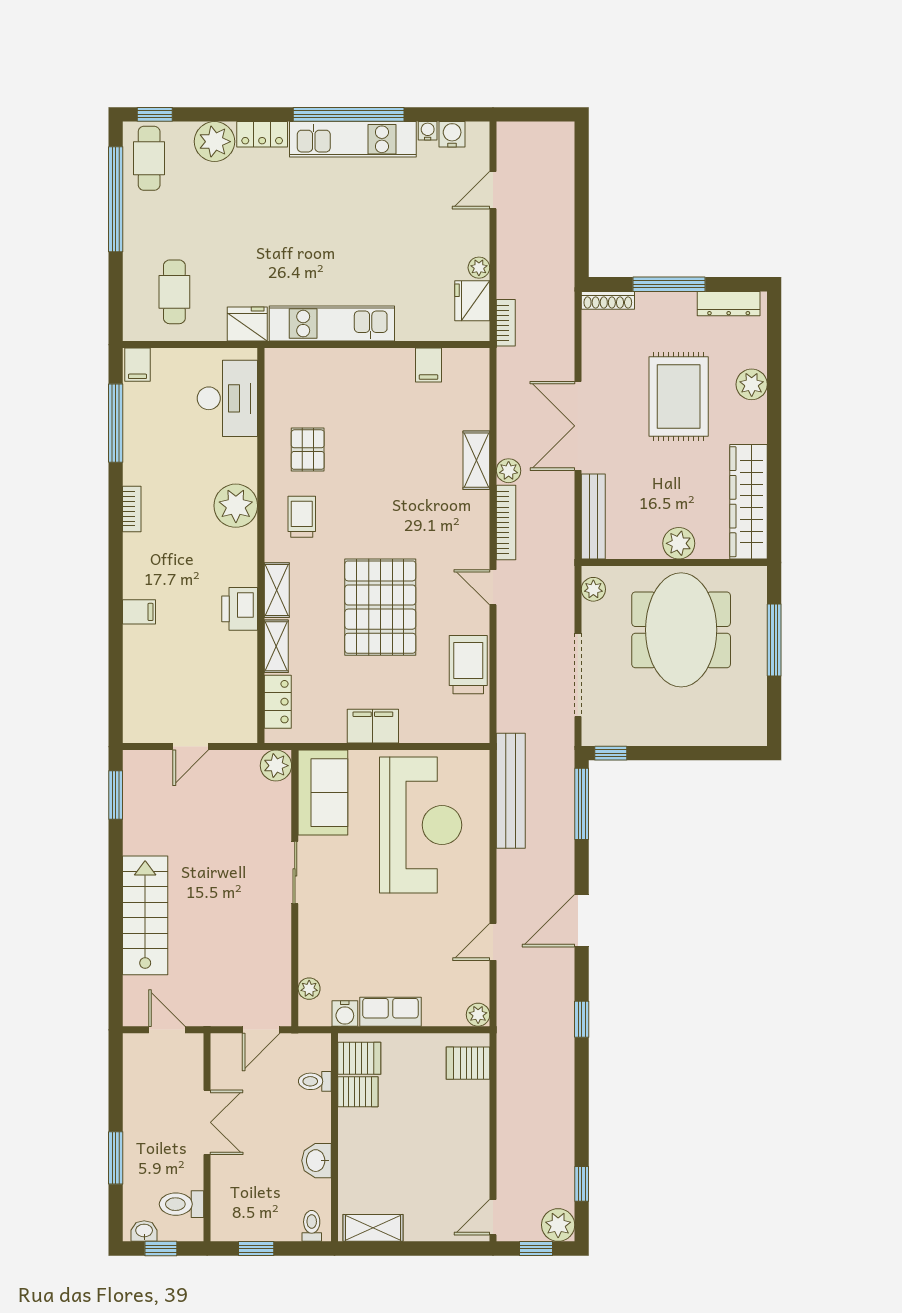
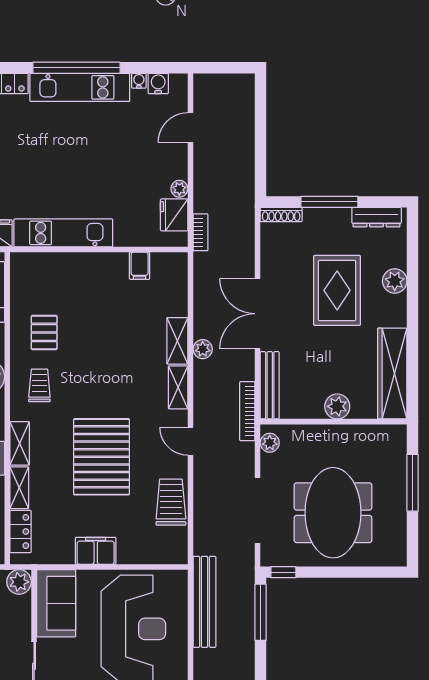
shelving: (477, 519) -> (178, 387), added
bookcase: (506, 522) -> (247, 411), moved, turned 180
meeting table: (681, 630) -> (333, 513), moved

